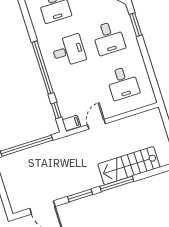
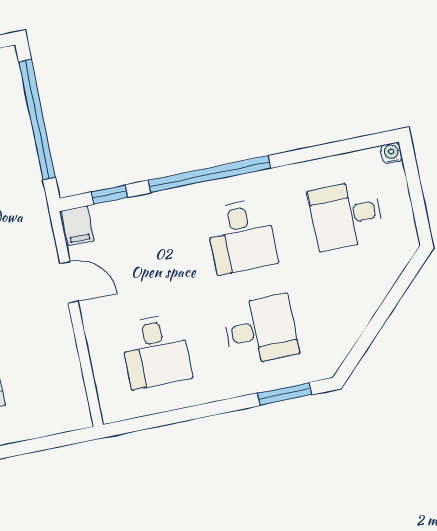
desk: (109, 38) -> (261, 330), turned 180
desk: (123, 83) -> (156, 351), turned -90

